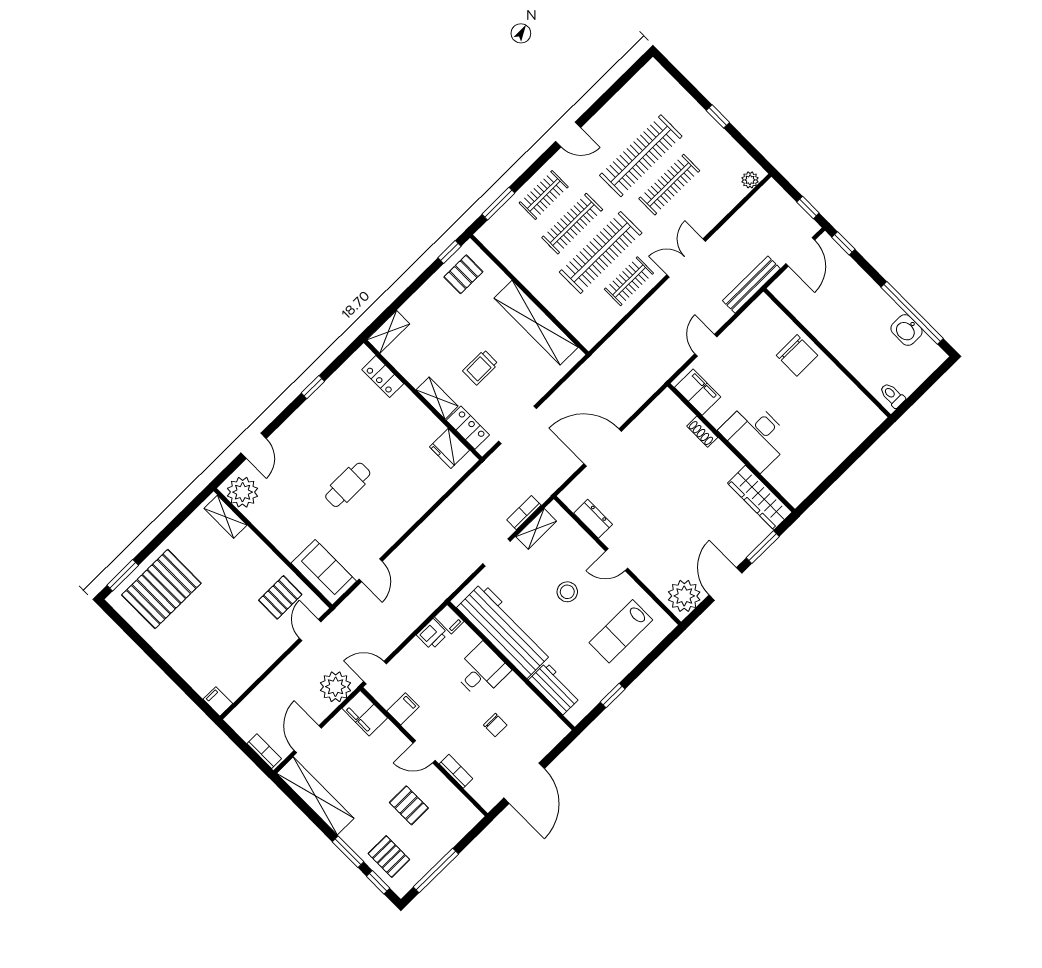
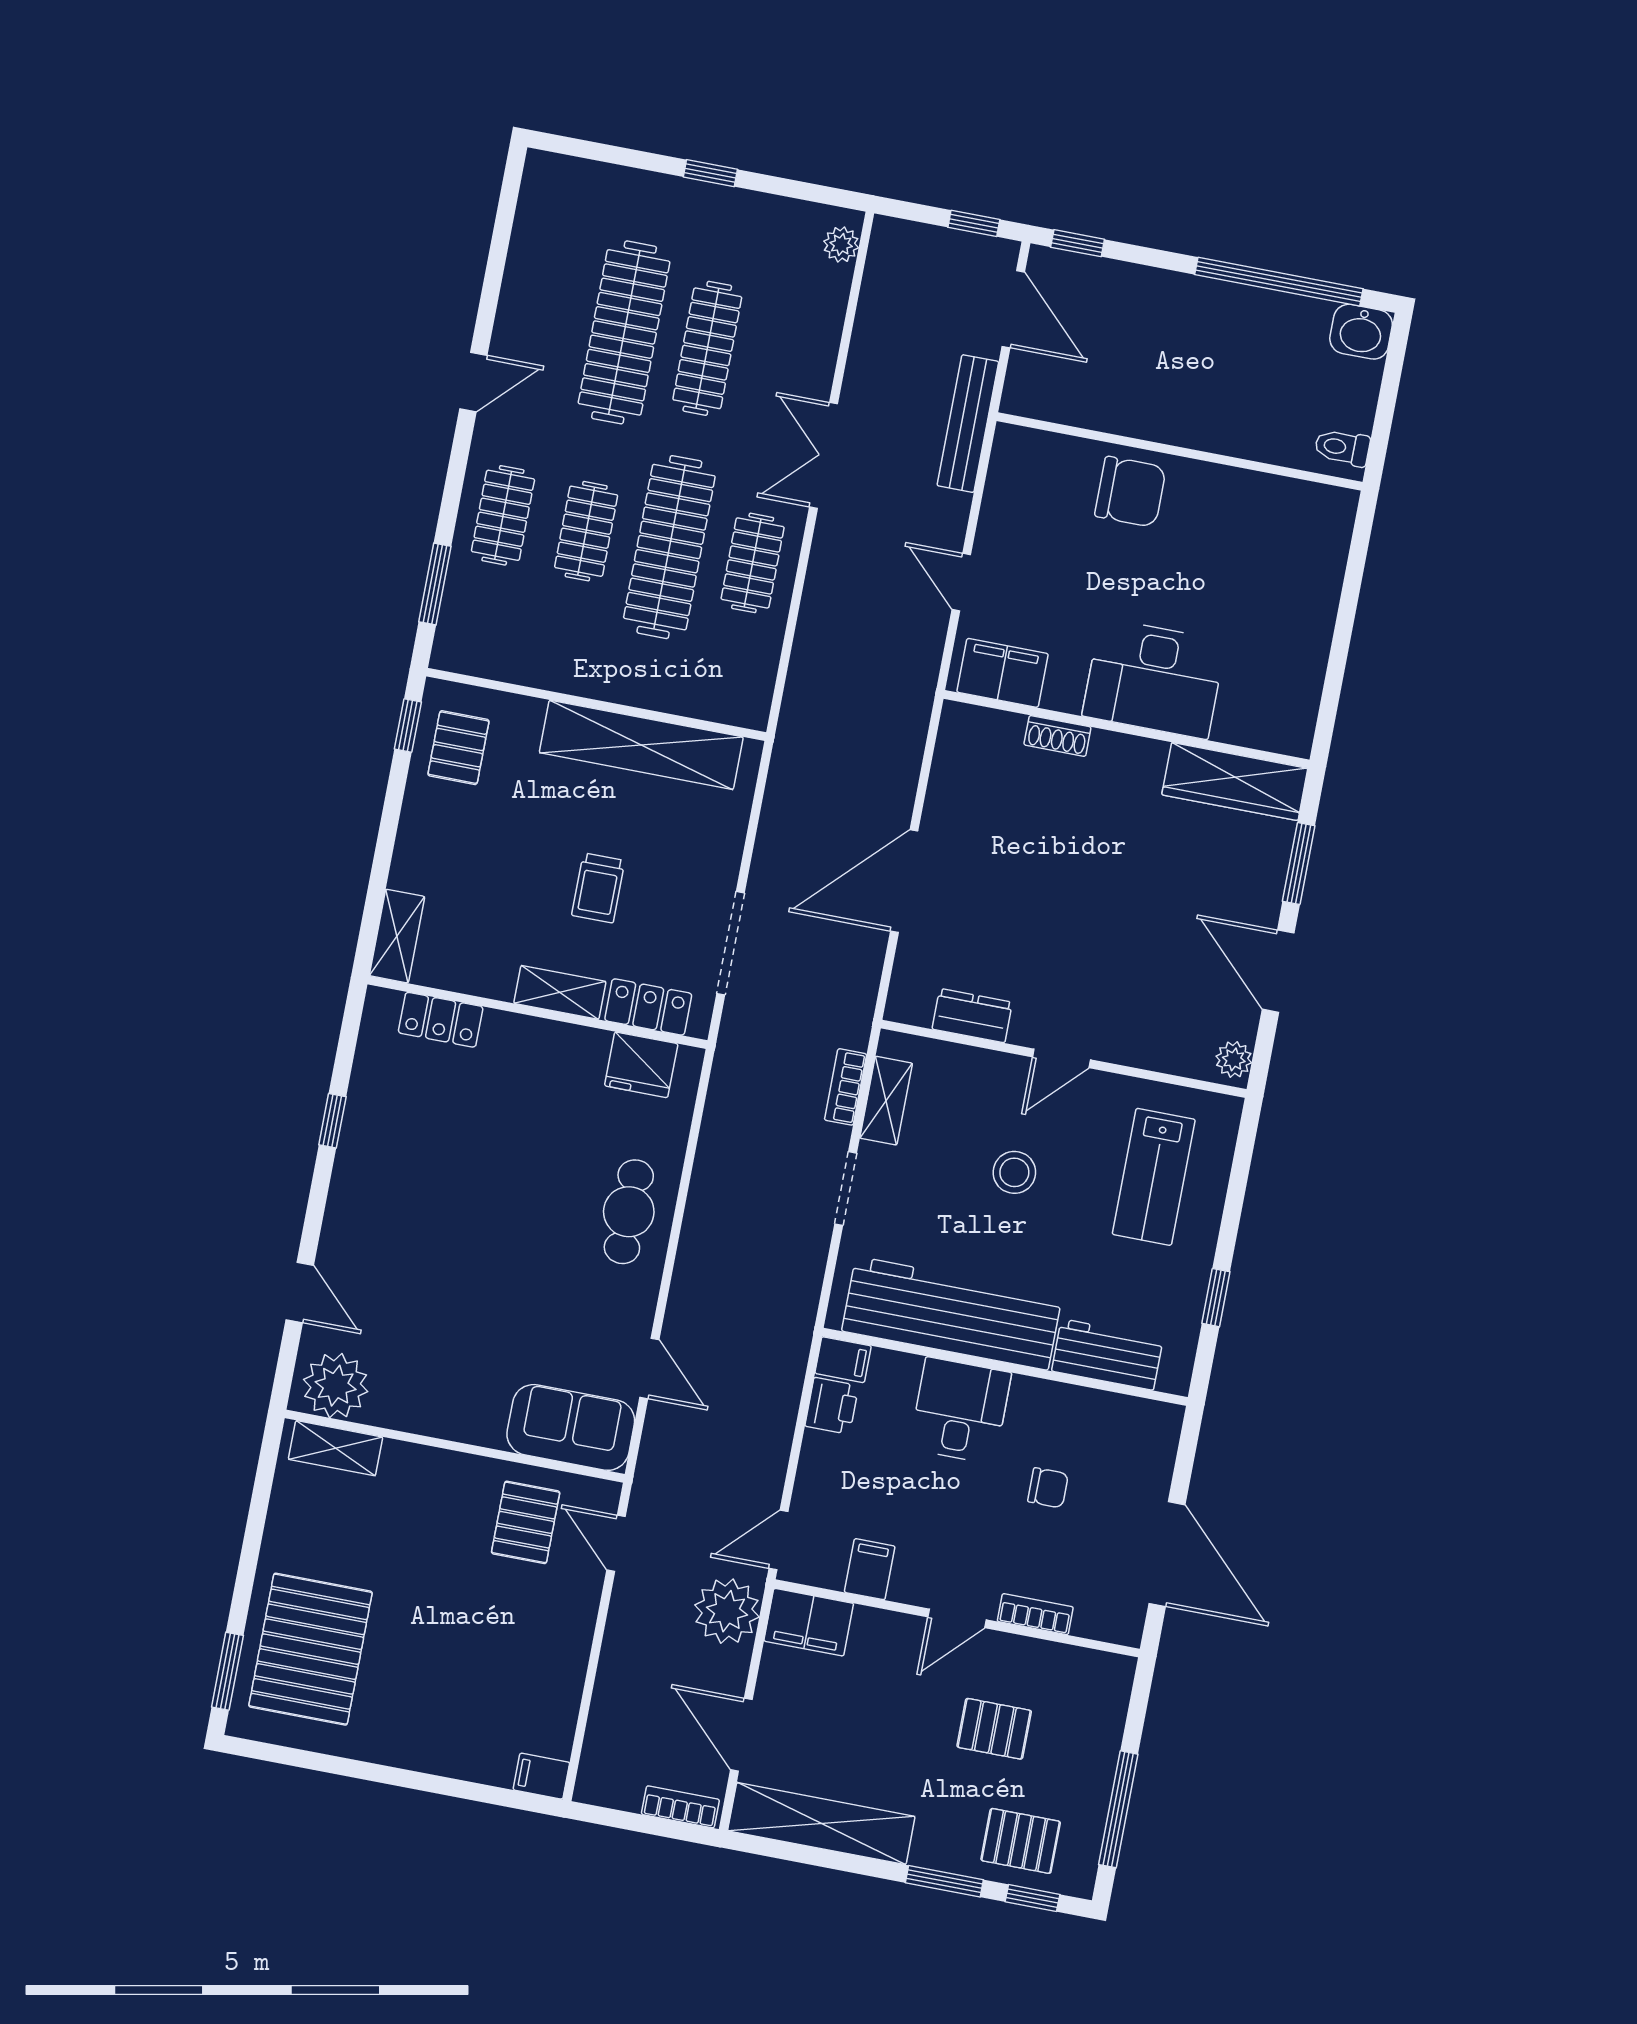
clothes rail: (572, 224) -> (586, 531), width x0.73
washbasin: (906, 330) -> (1361, 332), moved
cafe table: (348, 485) -> (629, 1212), moved
plant: (684, 596) -> (1234, 1059), width x0.53, depth x0.53

